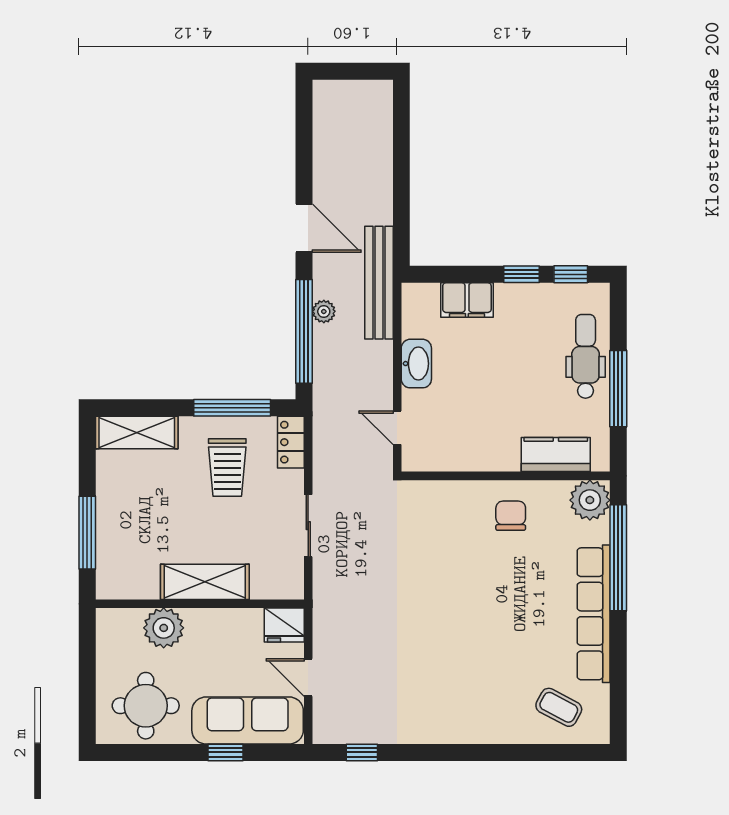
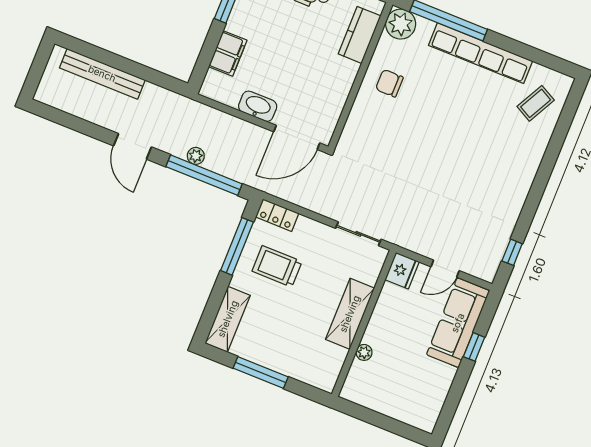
door: (304, 228) -> (132, 146), swing flipped
bench: (379, 283) -> (102, 74), moved
door: (397, 428) -> (297, 137), width x1.88
trolley: (227, 468) -> (277, 266), turned 180
sliding door: (308, 526) -> (358, 234), moved
window: (87, 533) -> (261, 372), moved
plant: (164, 628) -> (364, 352), width x0.53, depth x0.53
round table: (146, 706) -> (419, 389), removed

